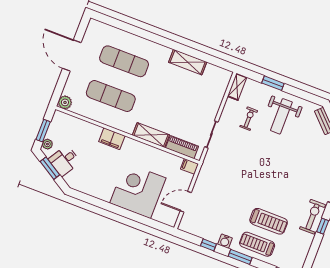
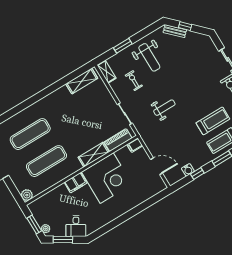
shelving: (188, 62) -> (82, 81), moved
desk: (64, 161) -> (76, 226), moved
weight bench: (246, 167) -> (164, 108), added
corner desk: (138, 191) -> (107, 178), moved, turned 180
door: (186, 202) -> (156, 166), swing flipped
water cooler: (225, 241) -> (188, 170), moved

